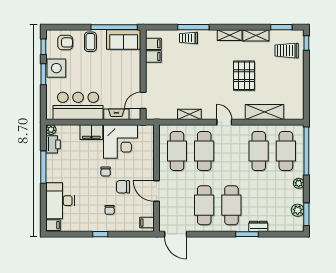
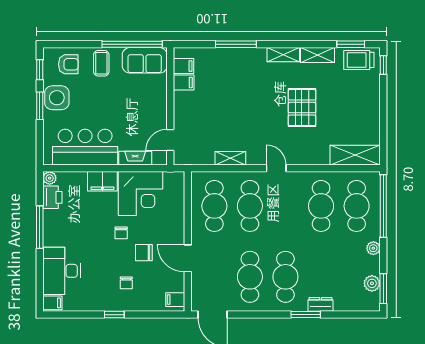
trolley: (189, 38) -> (229, 58), removed
trolley: (287, 51) -> (359, 60), moved
shelving: (264, 112) -> (355, 155), moved

